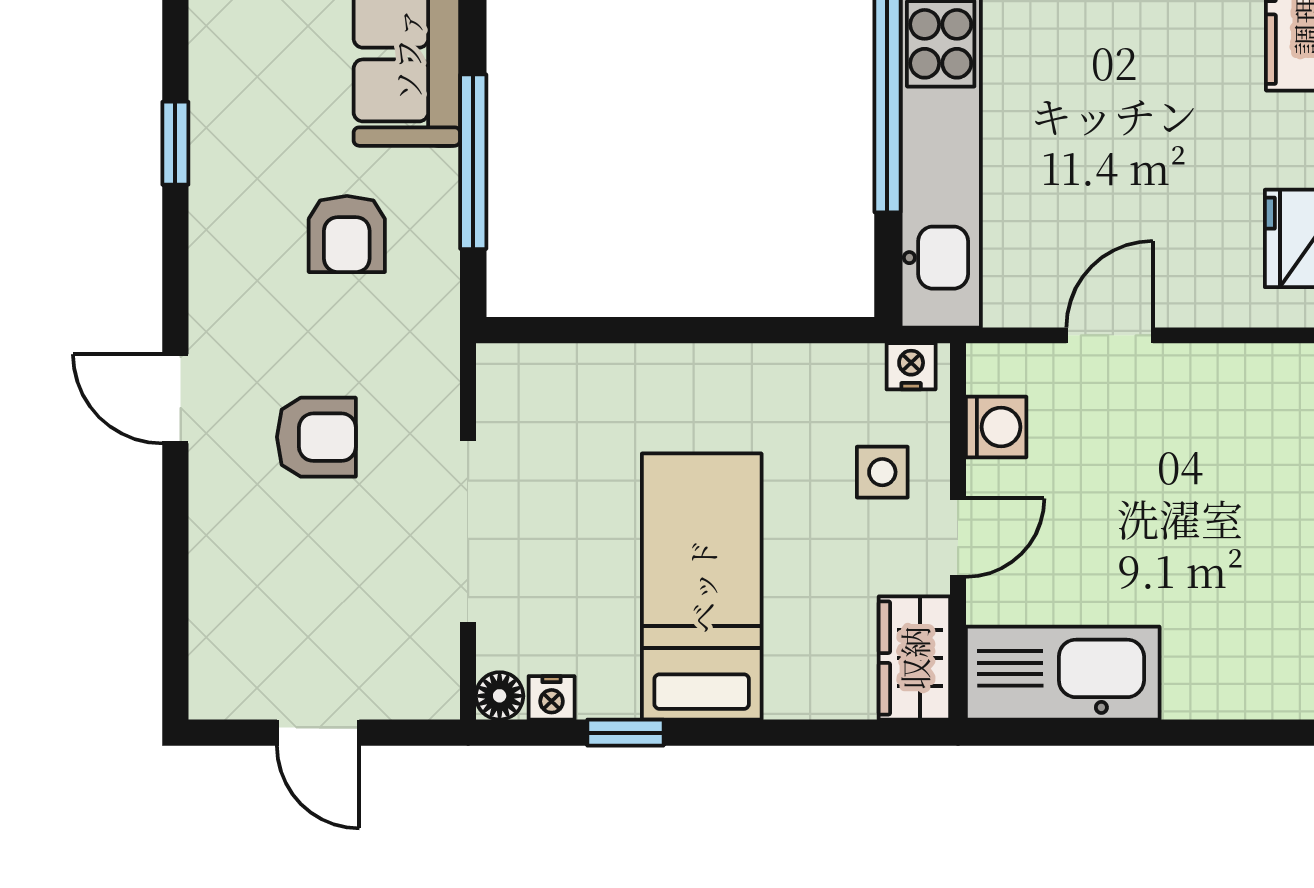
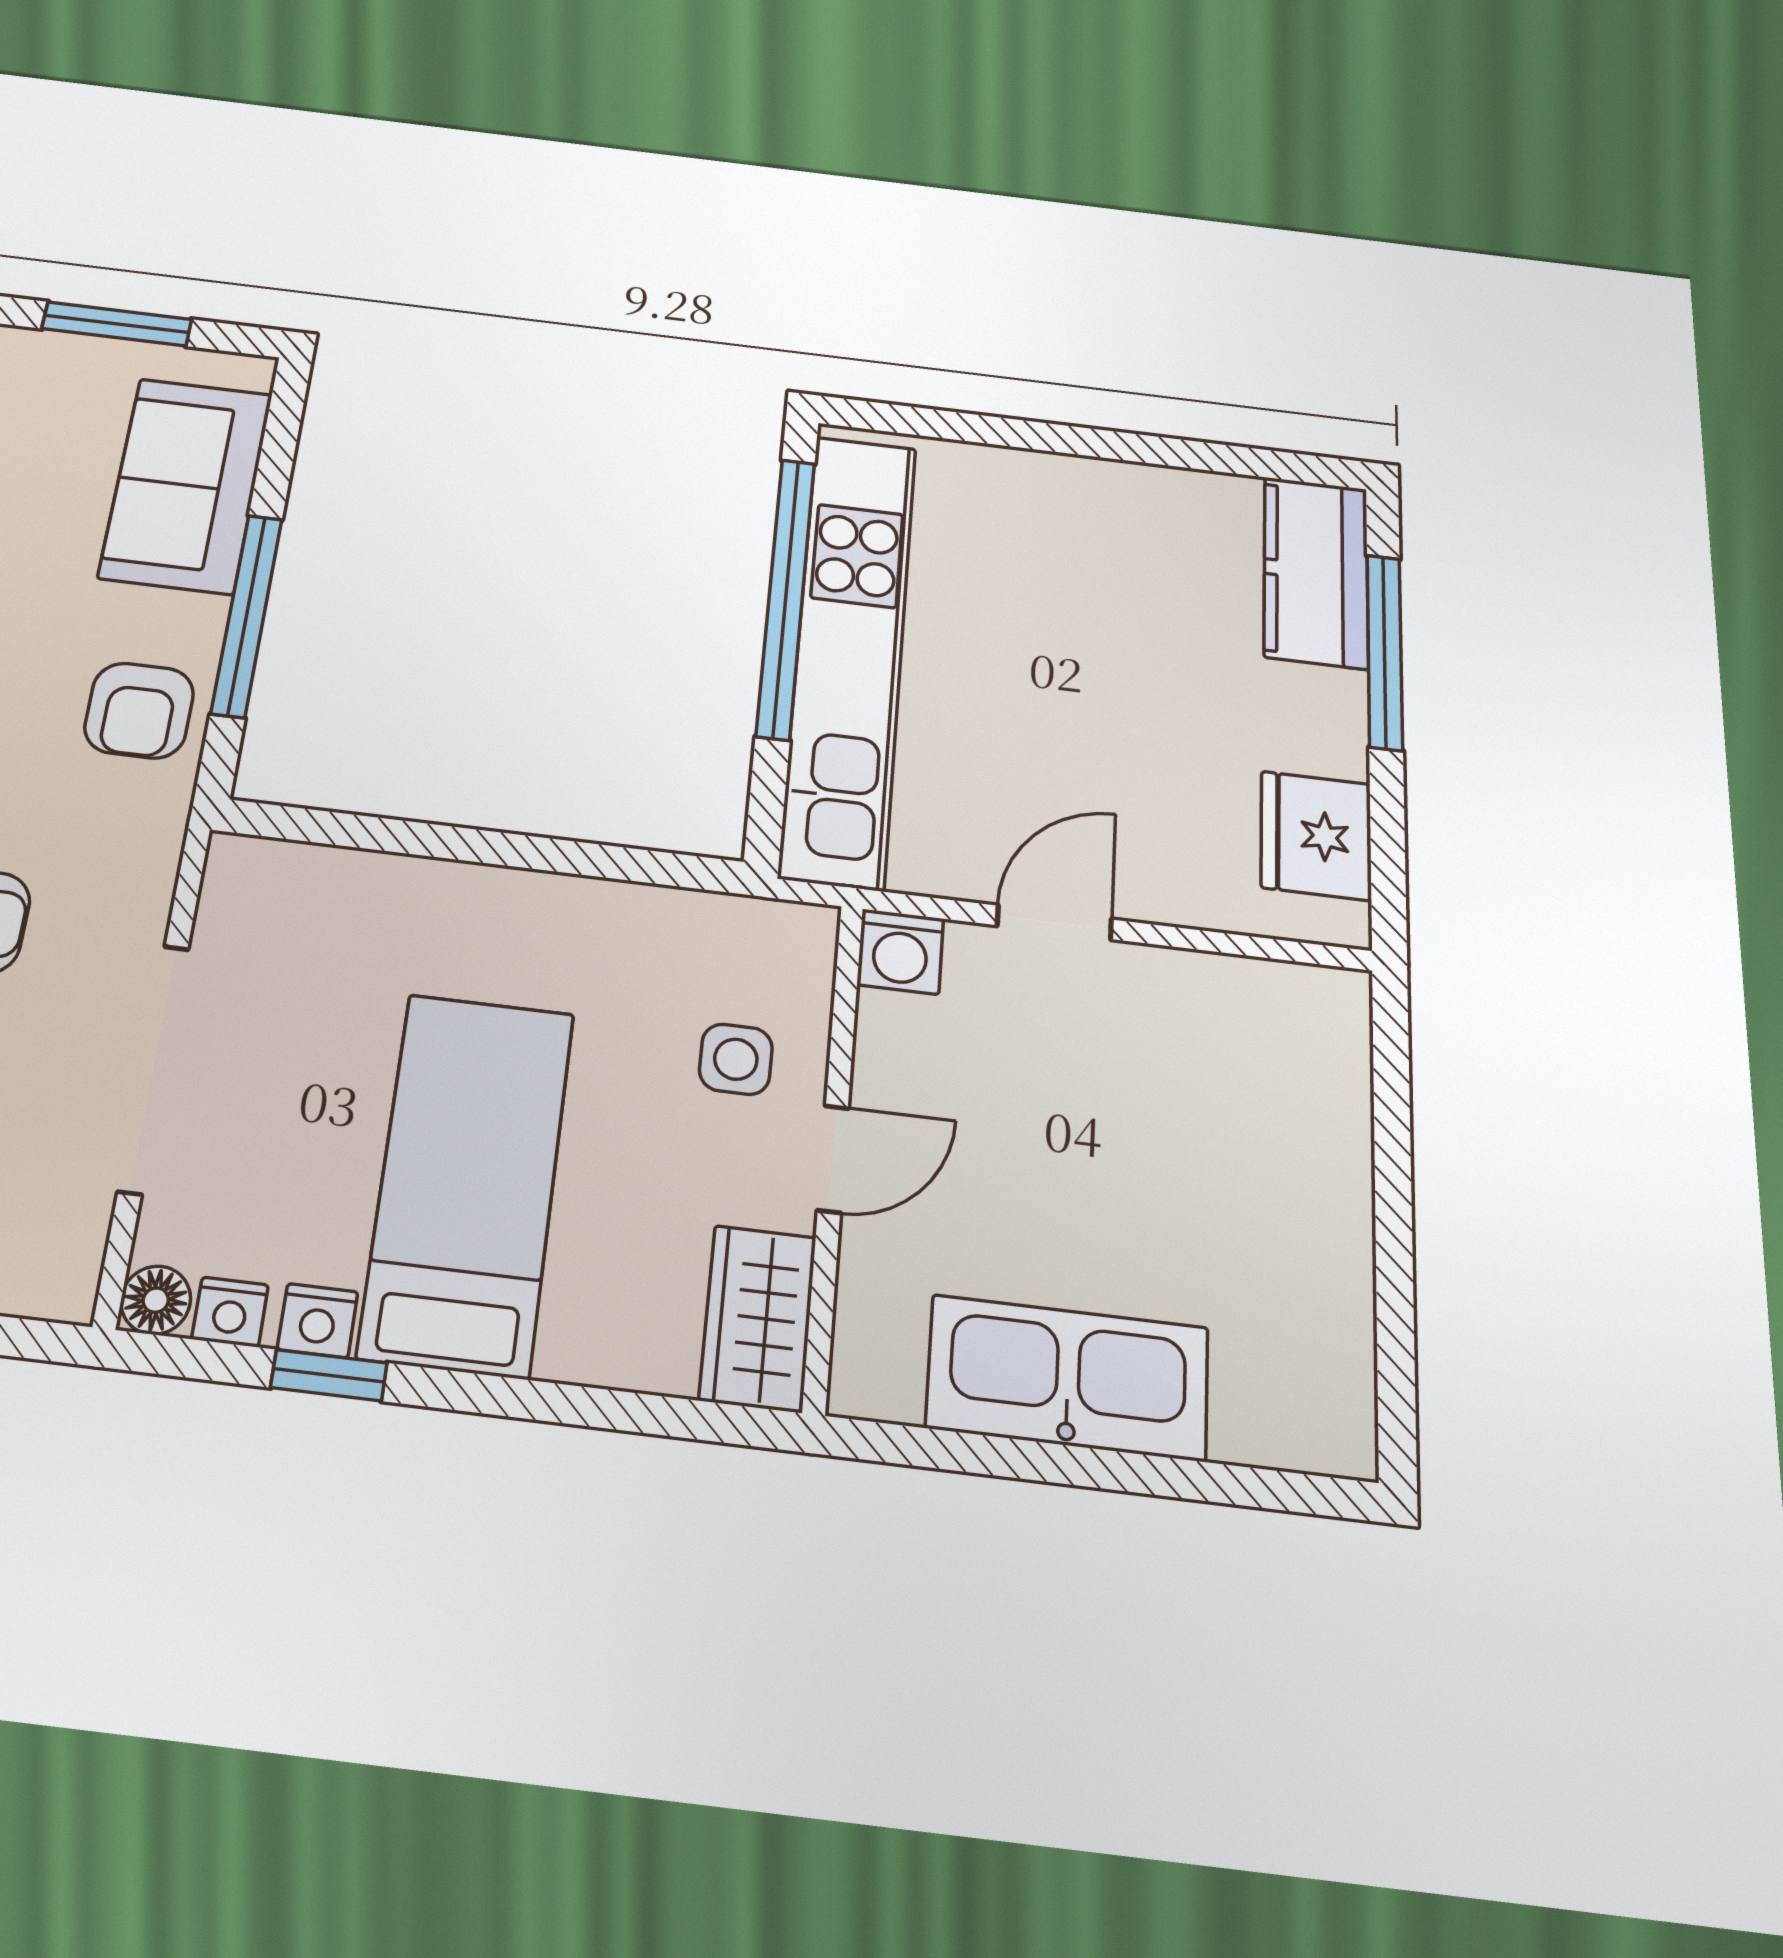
armchair: (347, 234) -> (139, 711), moved
nightstand: (911, 366) -> (318, 1321), moved, turned 180
washing machine: (996, 427) -> (900, 952), moved, turned 90
kitchen sink: (1063, 673) -> (1068, 1378), moved

